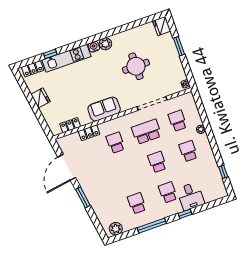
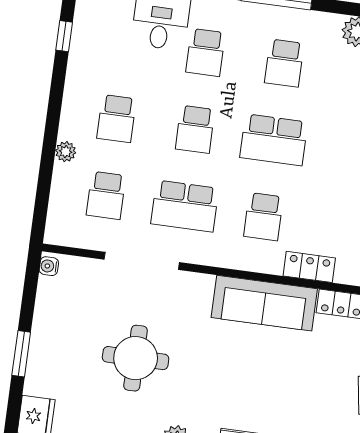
sofa: (104, 109) -> (264, 303), width x1.36
school desk: (126, 173) -> (274, 140), added

